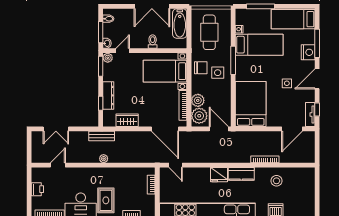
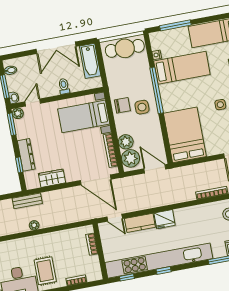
cafe table: (209, 32) -> (125, 48), moved, turned 90
window: (233, 60) -> (157, 90), width x1.46
kitchen counter: (241, 174) -> (140, 223), moved

